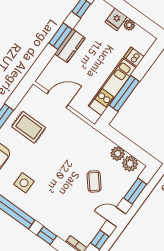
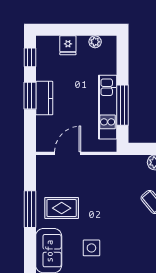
plant: (129, 25) -> (95, 42), moved
dishwasher: (134, 57) -> (108, 67), removed
rug: (29, 127) -> (62, 208), moved

